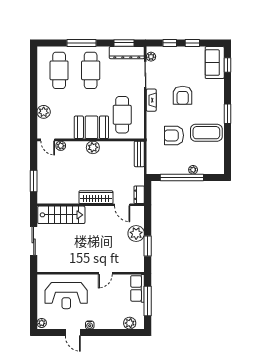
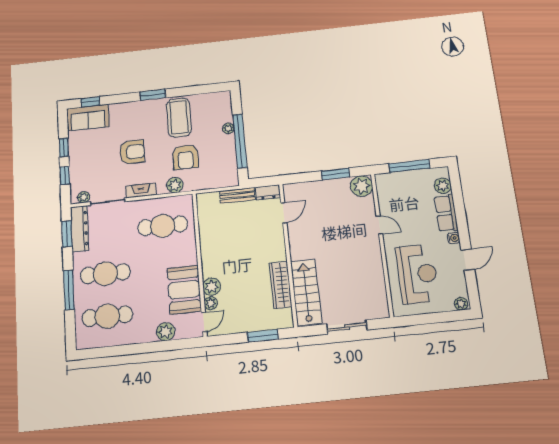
plant: (153, 126) -> (175, 185), added
booth: (91, 127) -> (184, 290), moved
plant: (93, 147) -> (212, 287), moved
bench: (139, 154) -> (237, 195), moved
wardrobe: (96, 197) -> (281, 285), moved
plant: (136, 233) -> (362, 186), moved
row of seats: (138, 288) -> (446, 213), moved, turned 90

